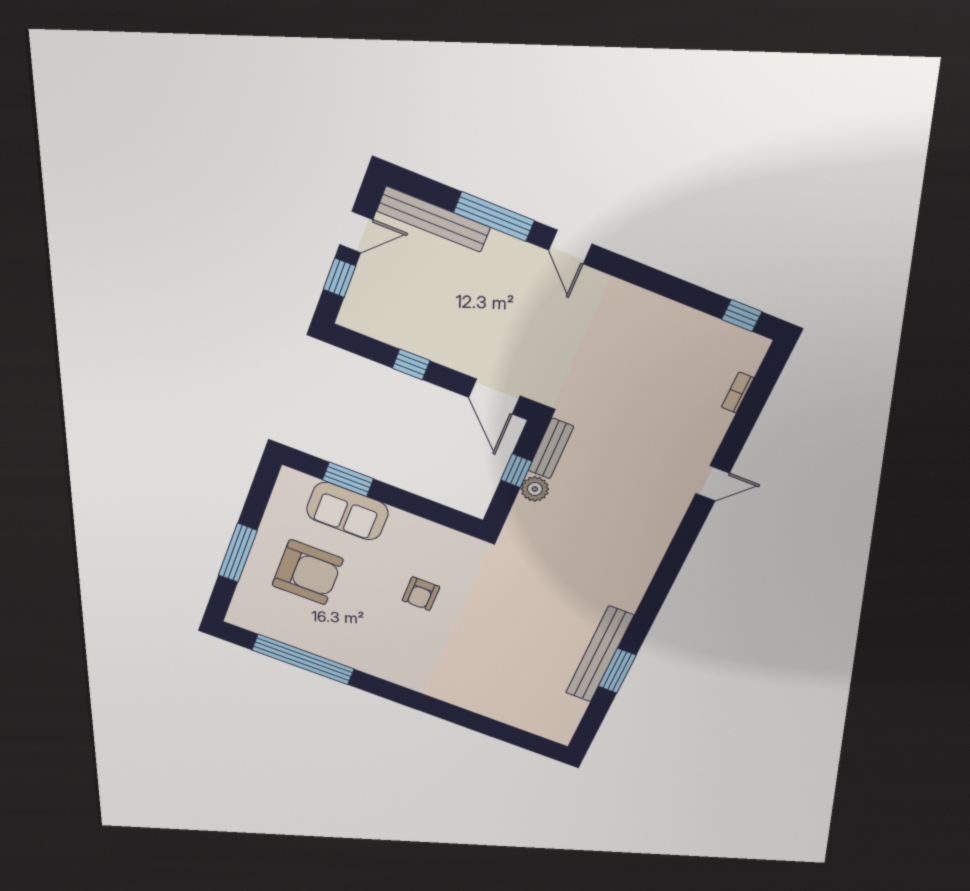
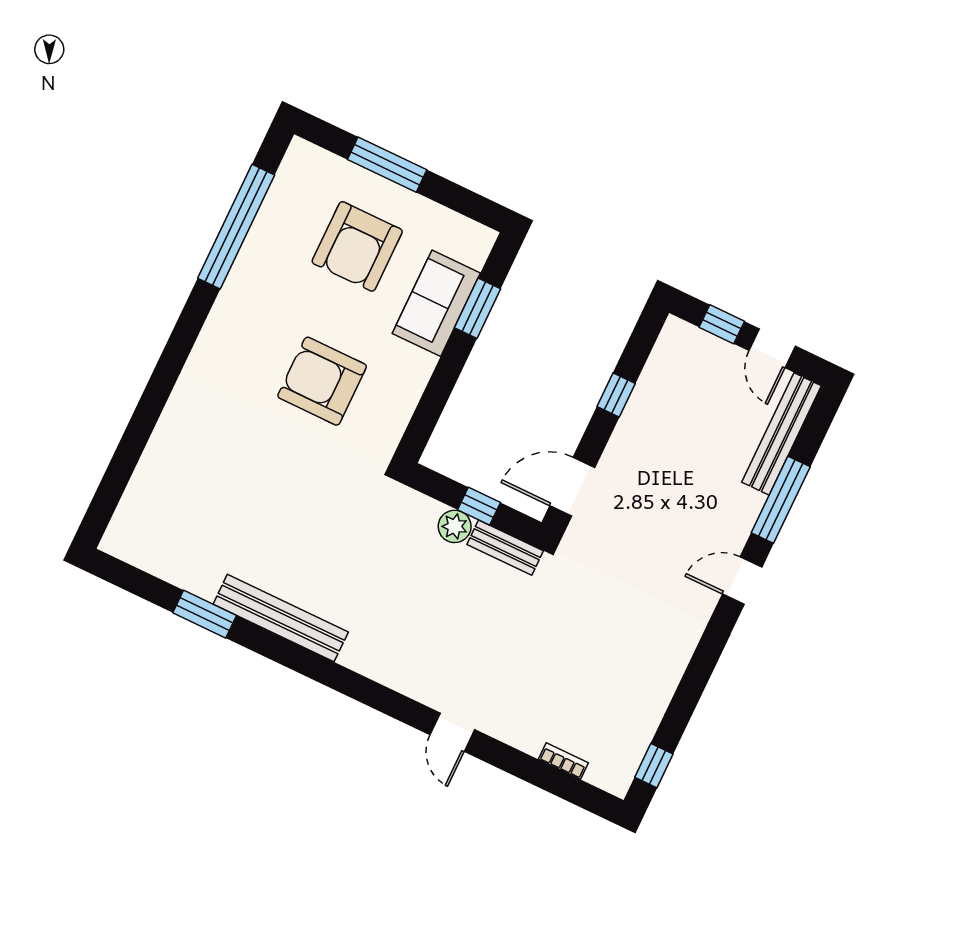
armchair: (421, 594) -> (322, 381), width x1.88, depth x1.88
bench: (600, 654) -> (281, 618), moved

